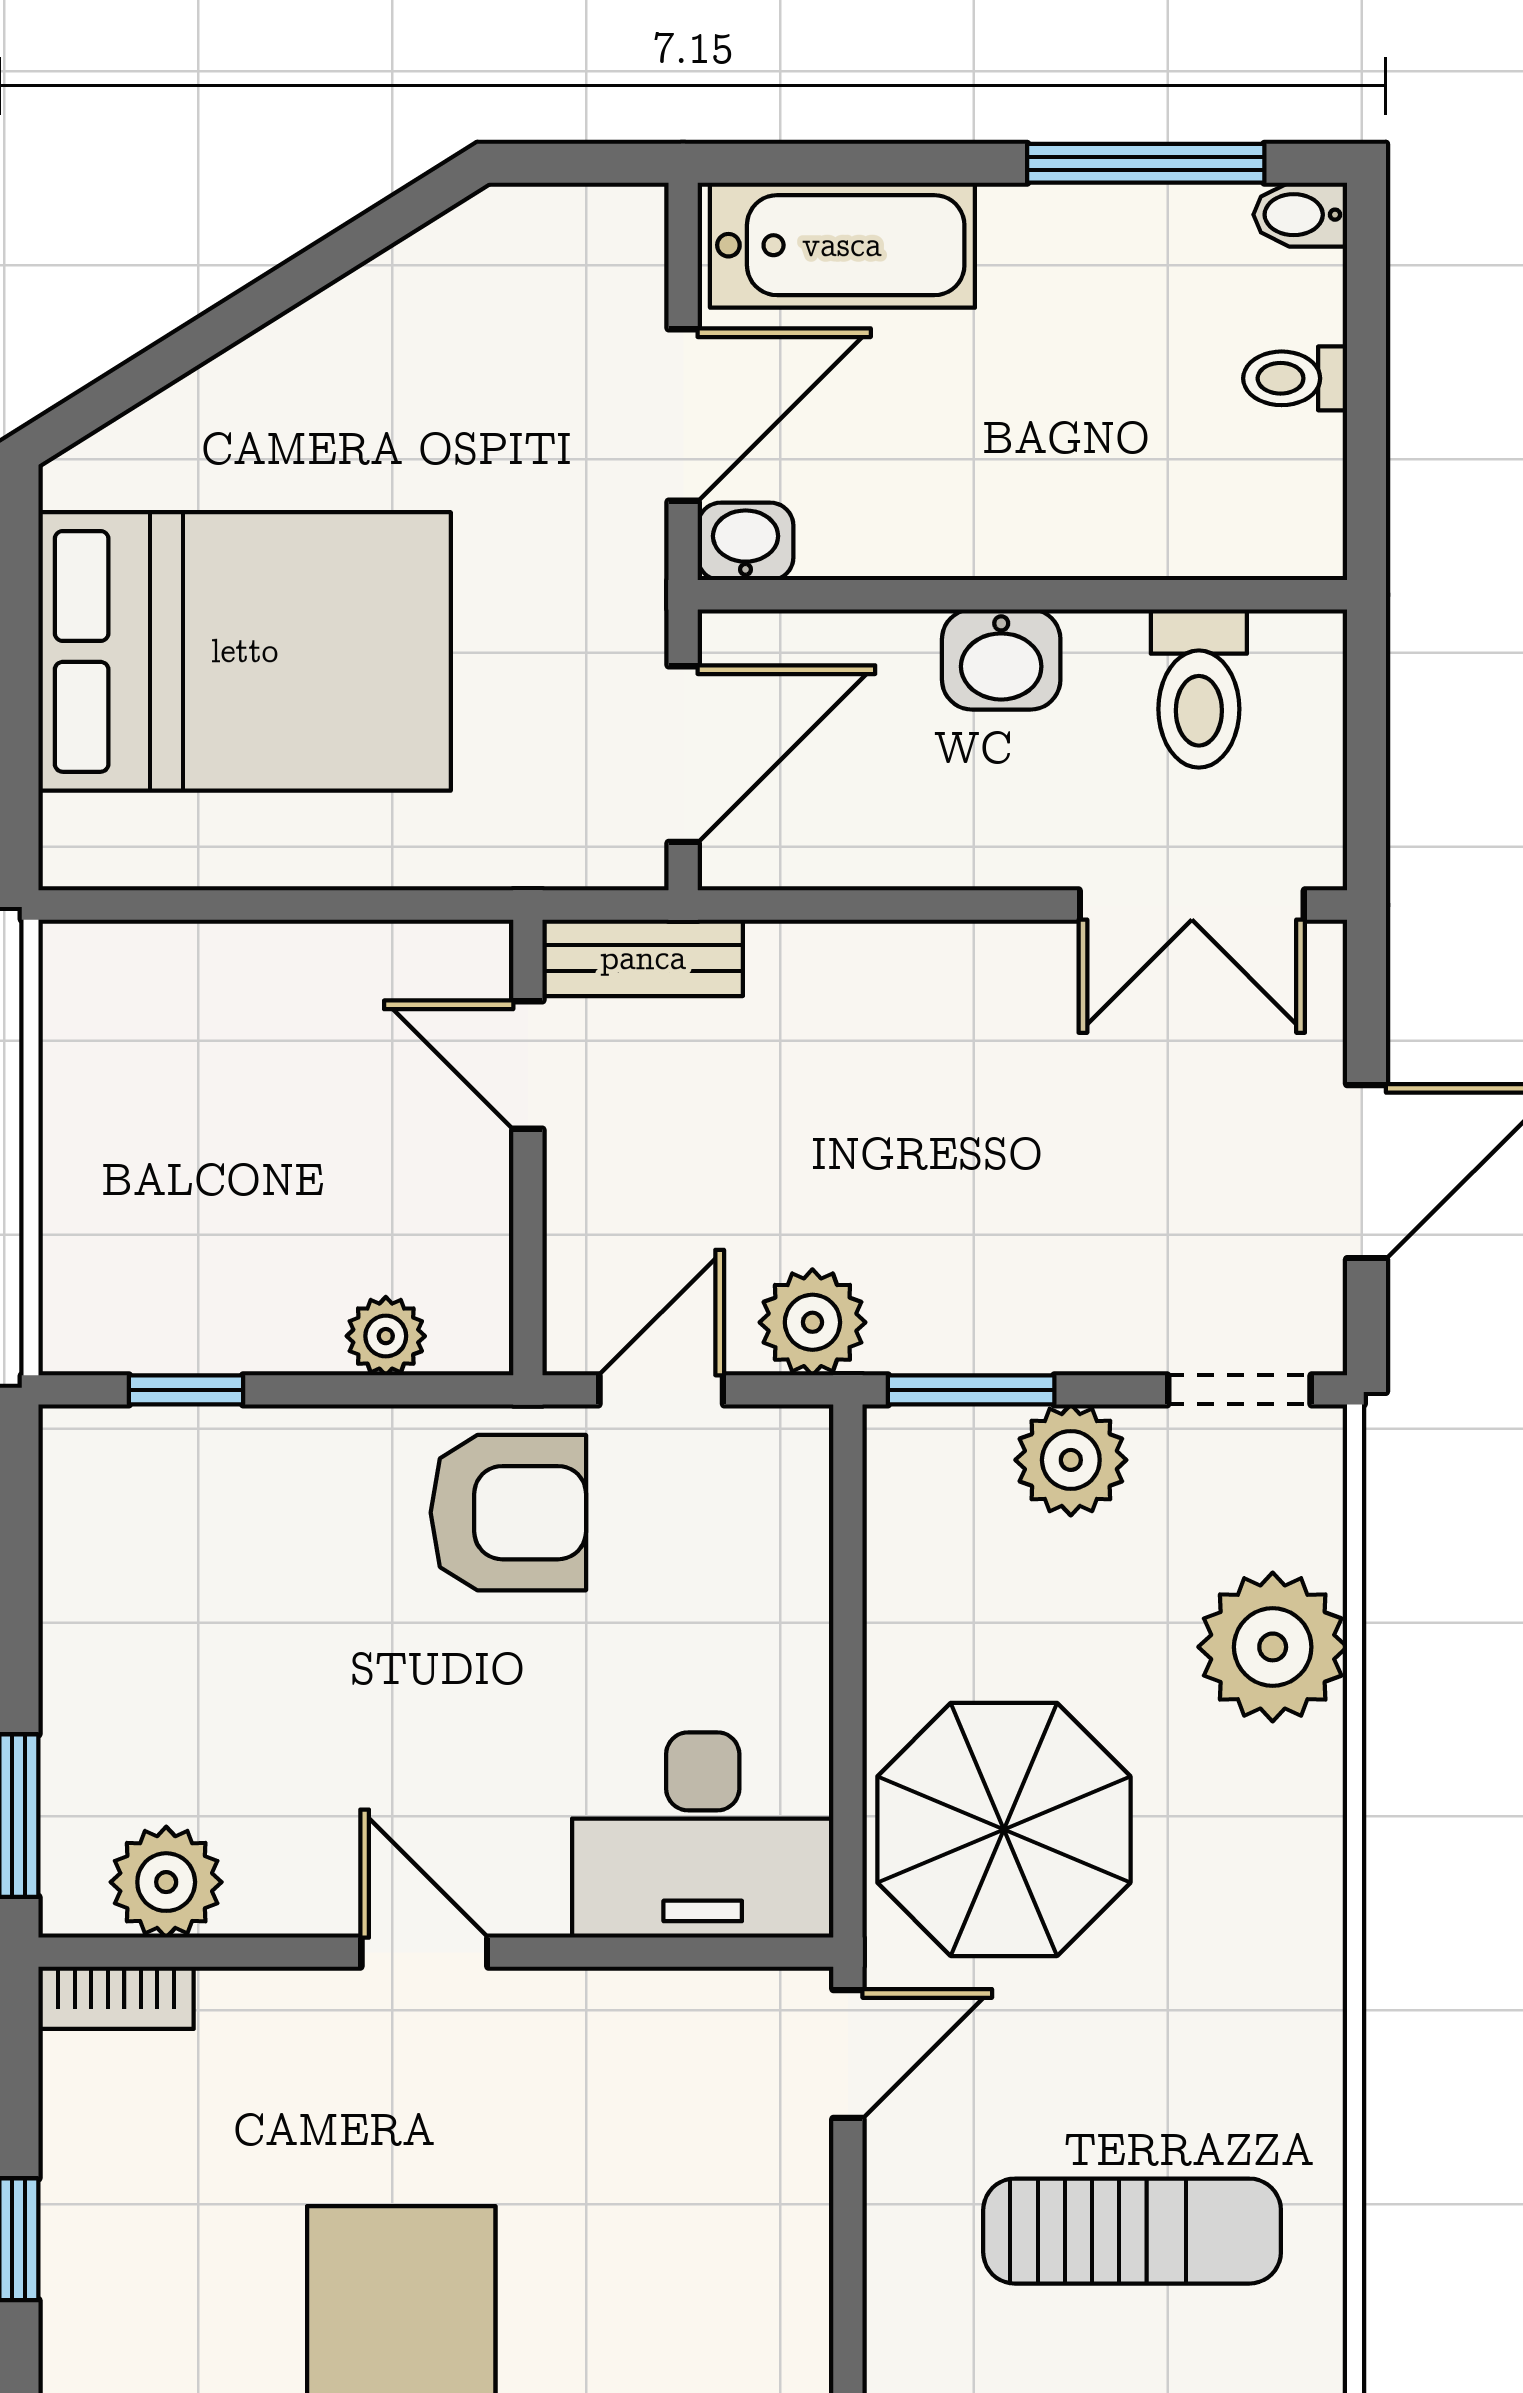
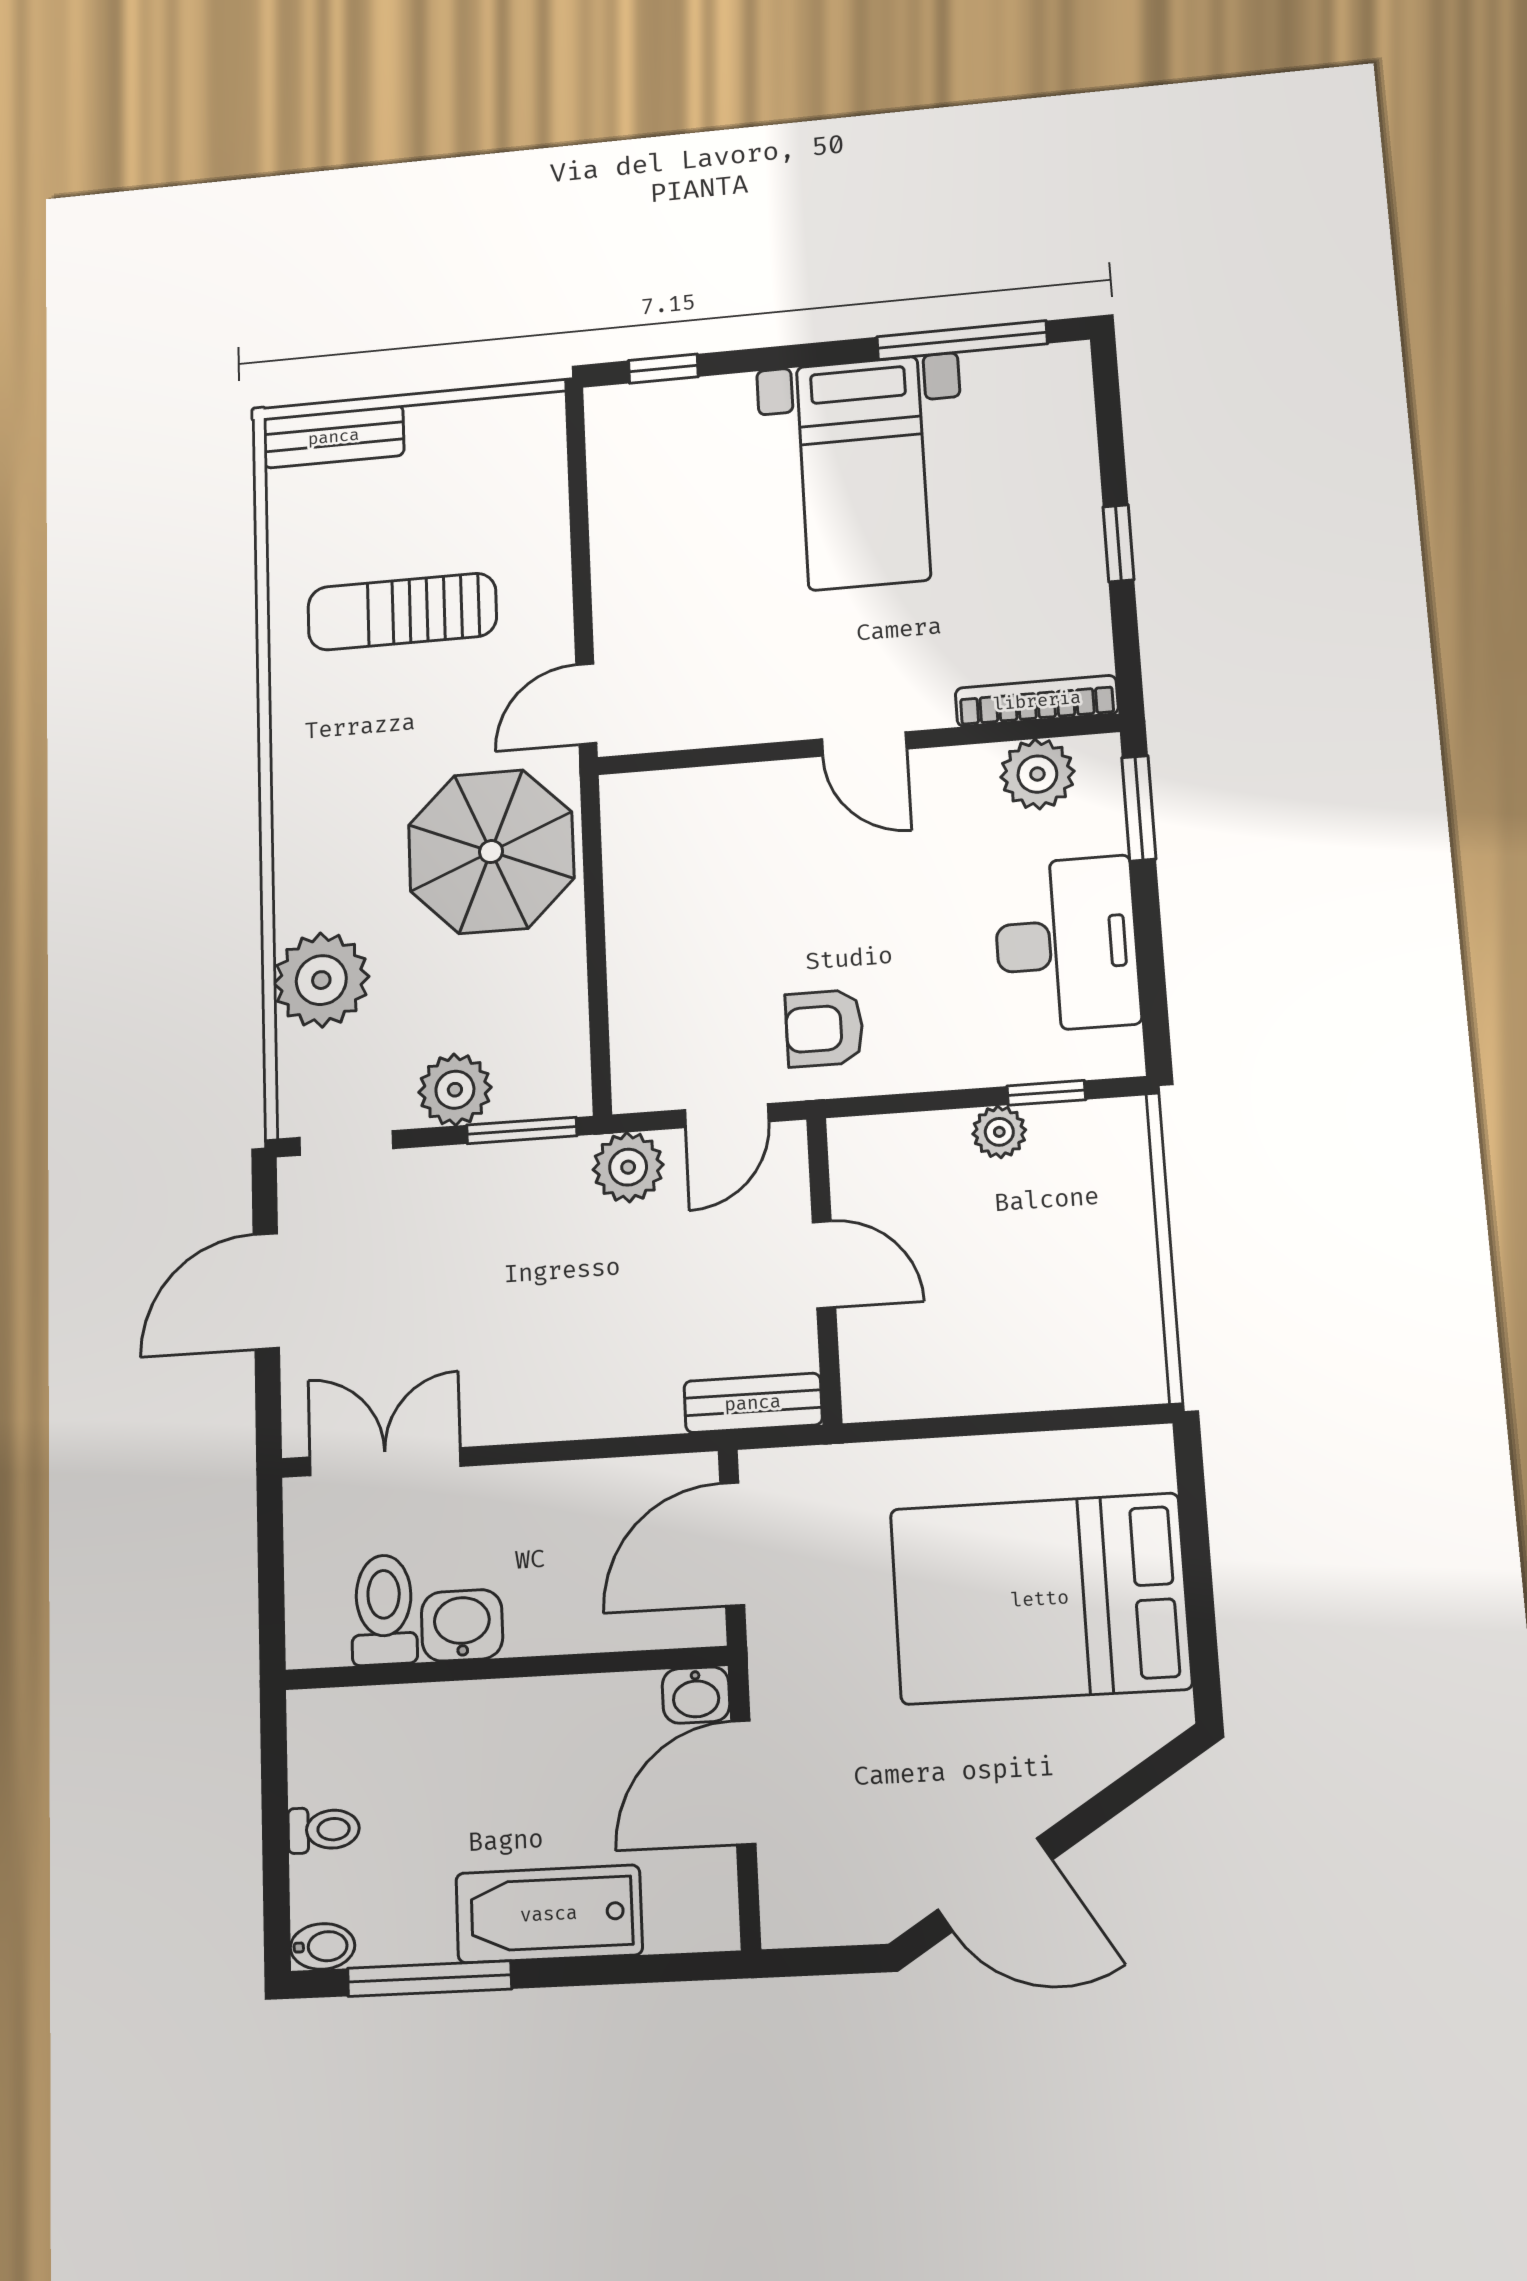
bathtub: (842, 245) -> (549, 1914), moved
door: (334, 257) -> (995, 1885), added
washbasin: (1001, 659) -> (462, 1625), moved
door: (528, 1065) -> (824, 1265), moved
plant: (386, 1336) -> (999, 1132), moved
armchair: (508, 1513) -> (824, 1028), width x0.72, depth x0.72
desk: (703, 1835) -> (1066, 944), moved, turned 90
bookcase: (116, 1998) -> (1037, 701), width x1.56

